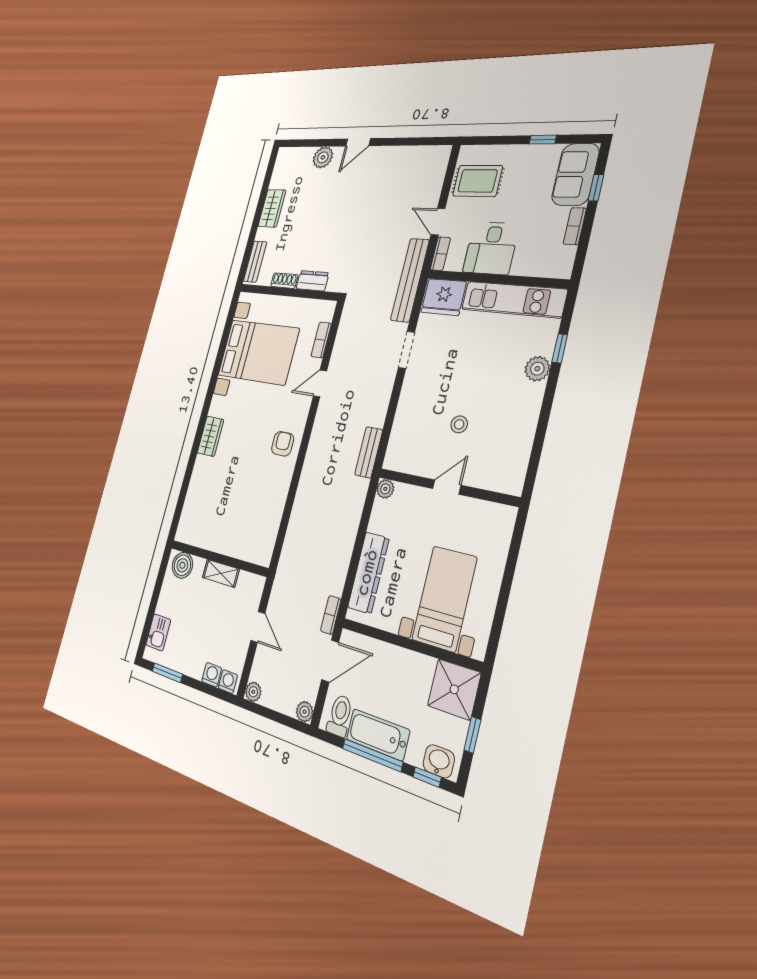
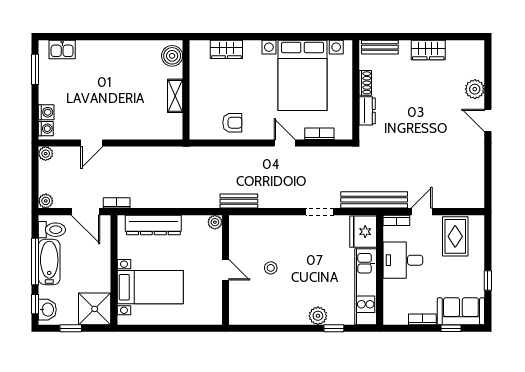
wall: (219, 558) -> (186, 90), moved
boiler: (182, 565) -> (172, 56), moved
shelving: (221, 573) -> (175, 96), moved

